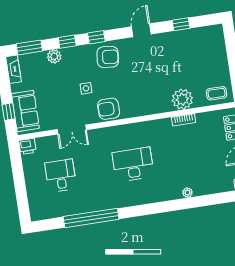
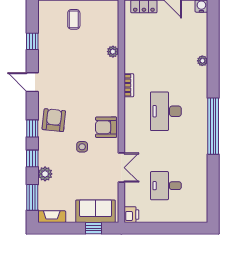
coffee table: (217, 93) -> (74, 19), moved
plant: (182, 99) -> (113, 52), width x0.53, depth x0.53
armchair: (109, 109) -> (106, 127), turned 90
bookcase: (184, 120) -> (129, 85), moved
window: (91, 218) -> (213, 126), moved

